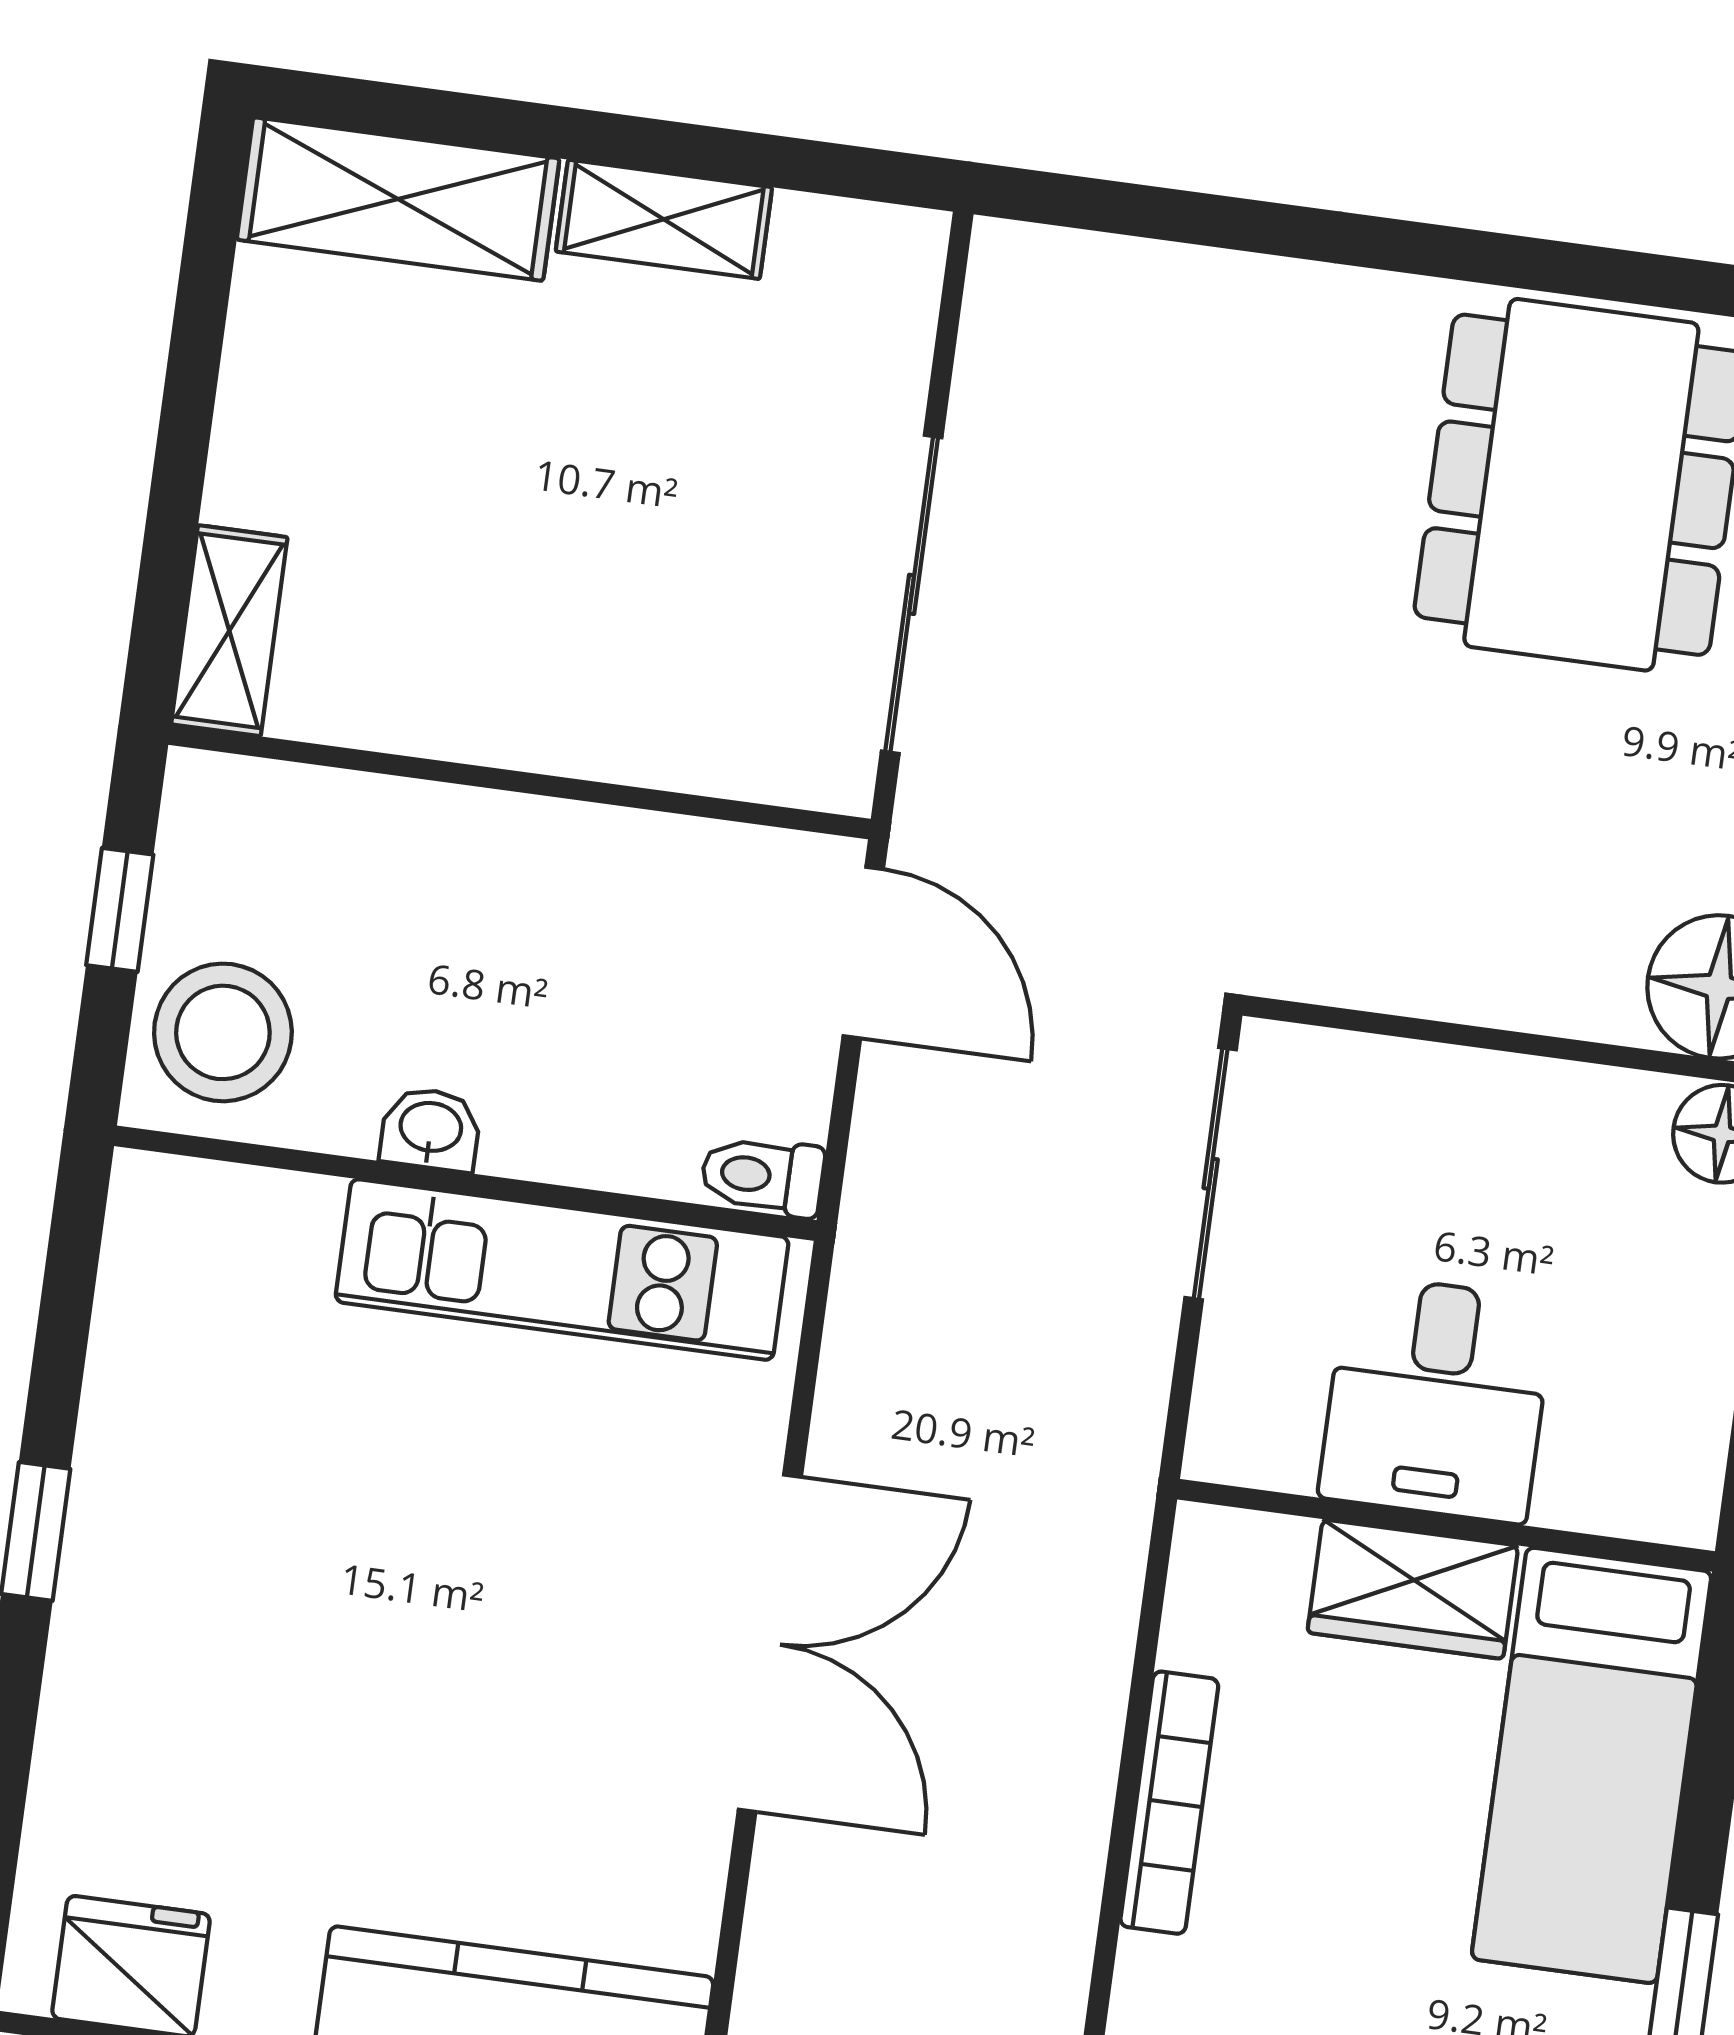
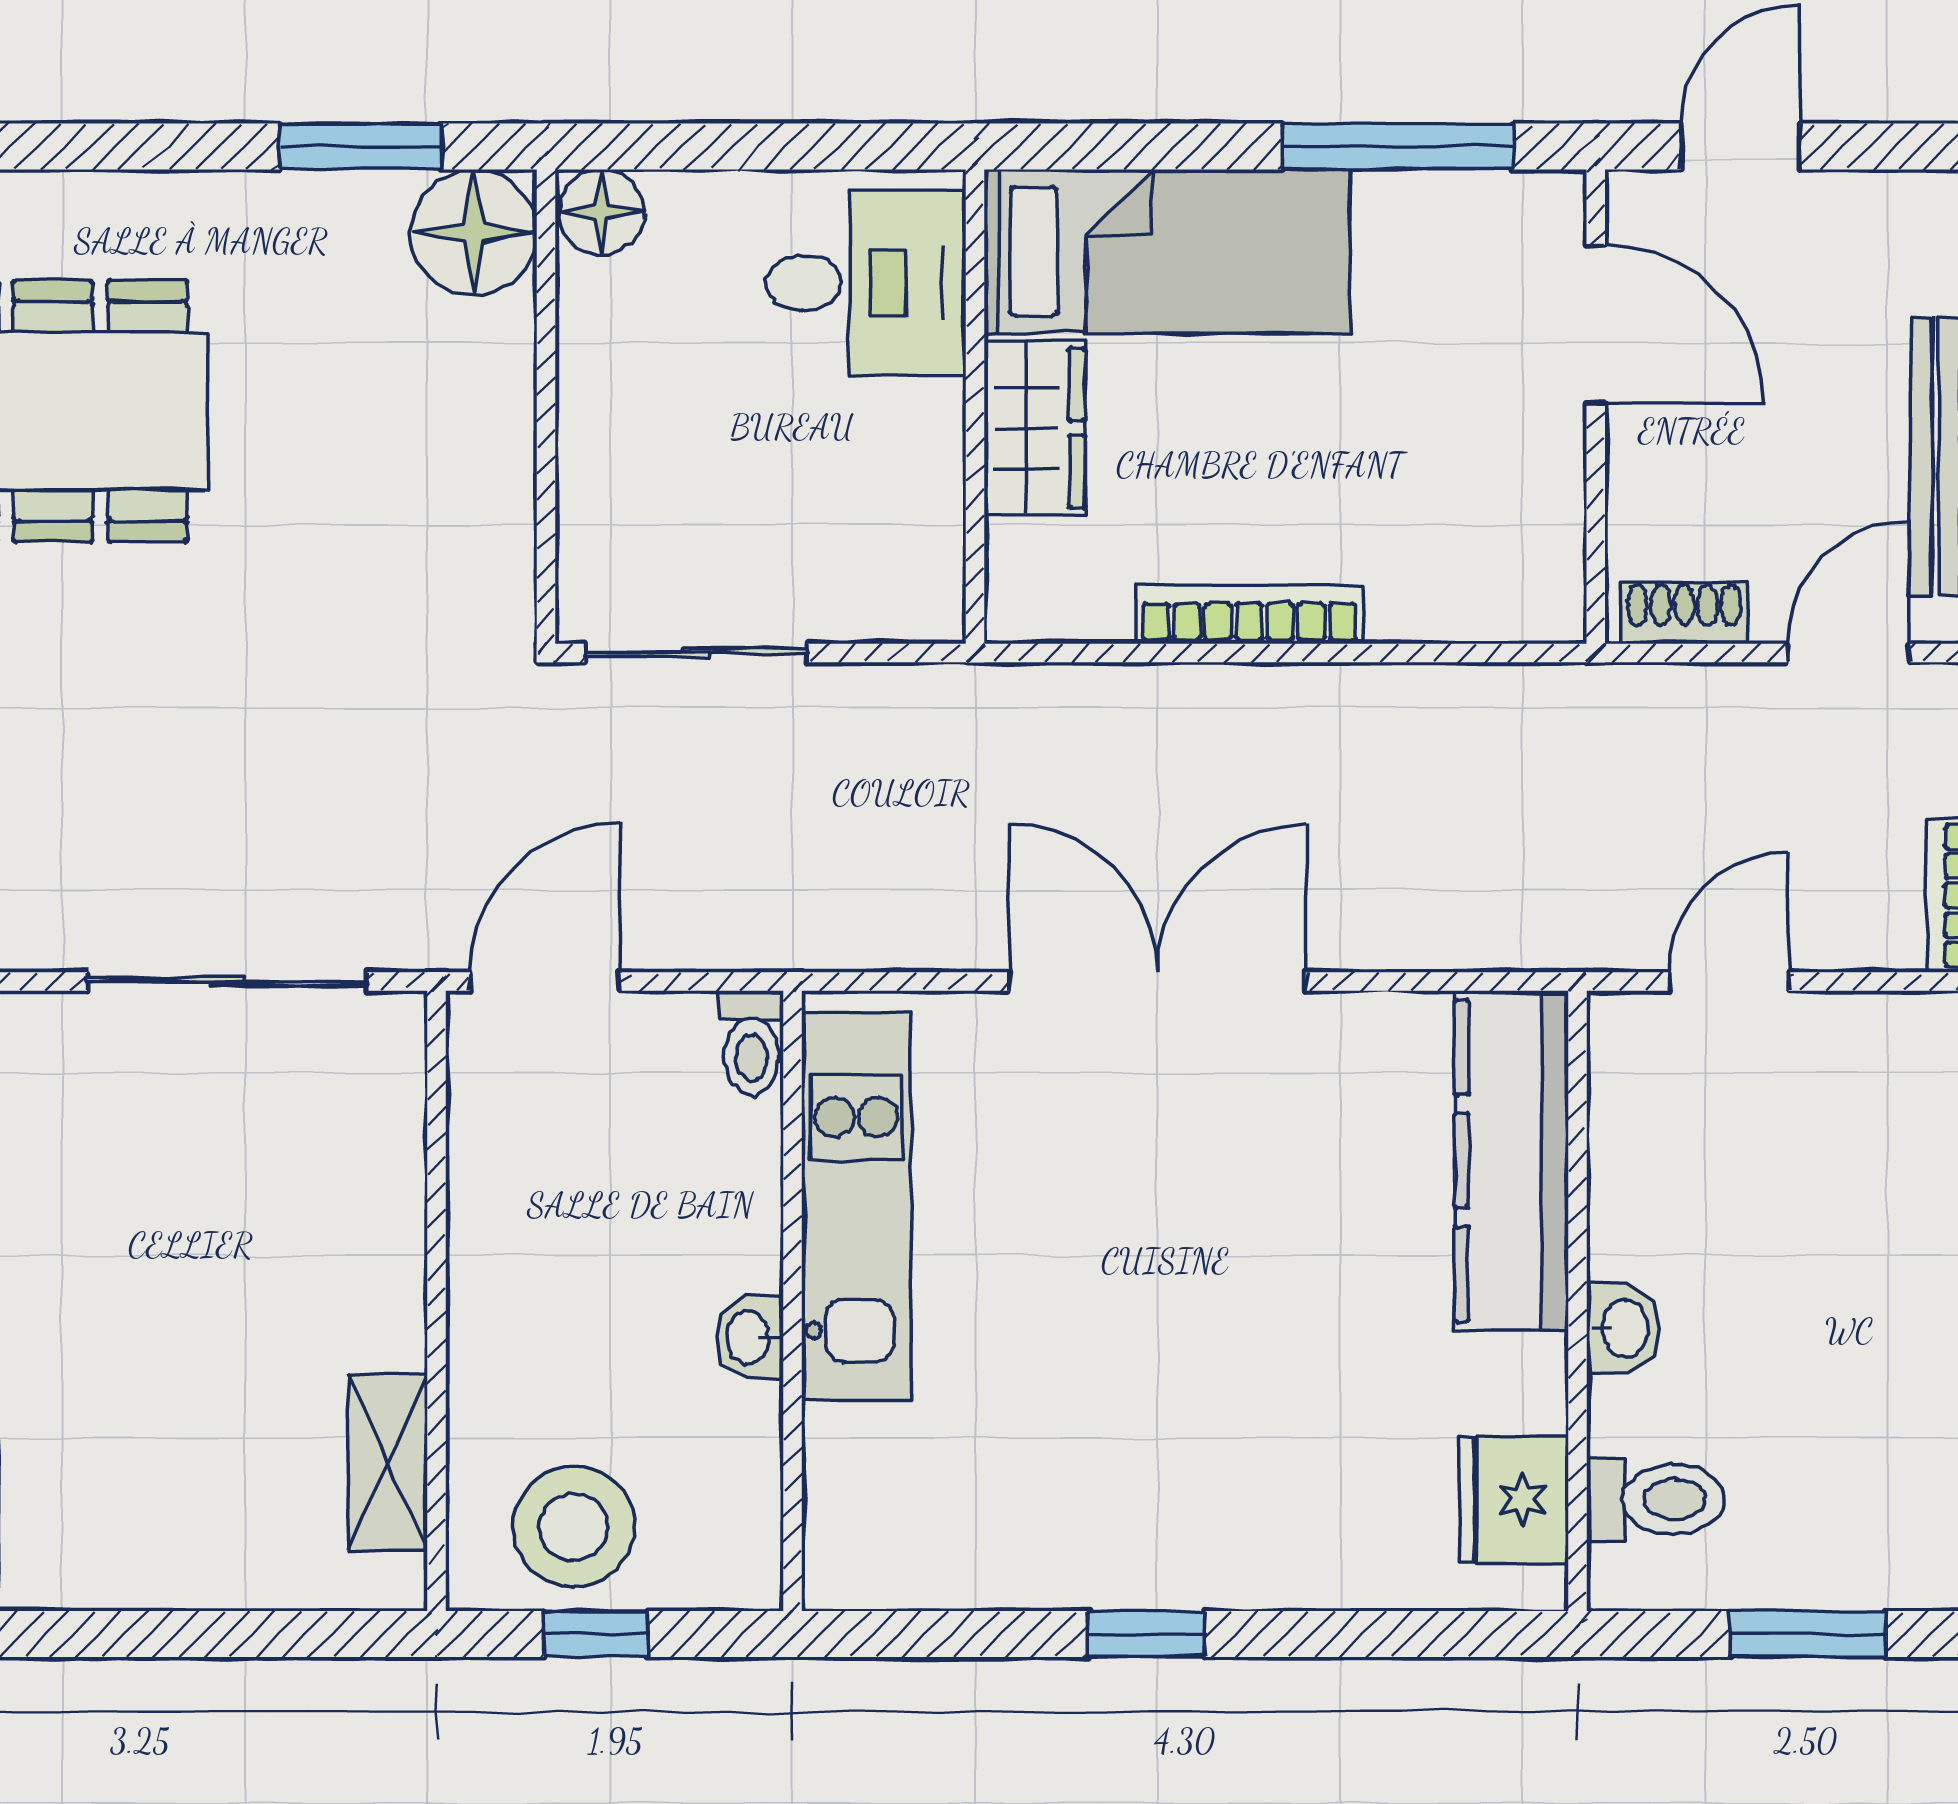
shelving: (229, 631) -> (388, 1462), moved, turned 90
stool: (223, 1032) -> (574, 1527), moved
desk: (1437, 1399) -> (866, 283), moved

